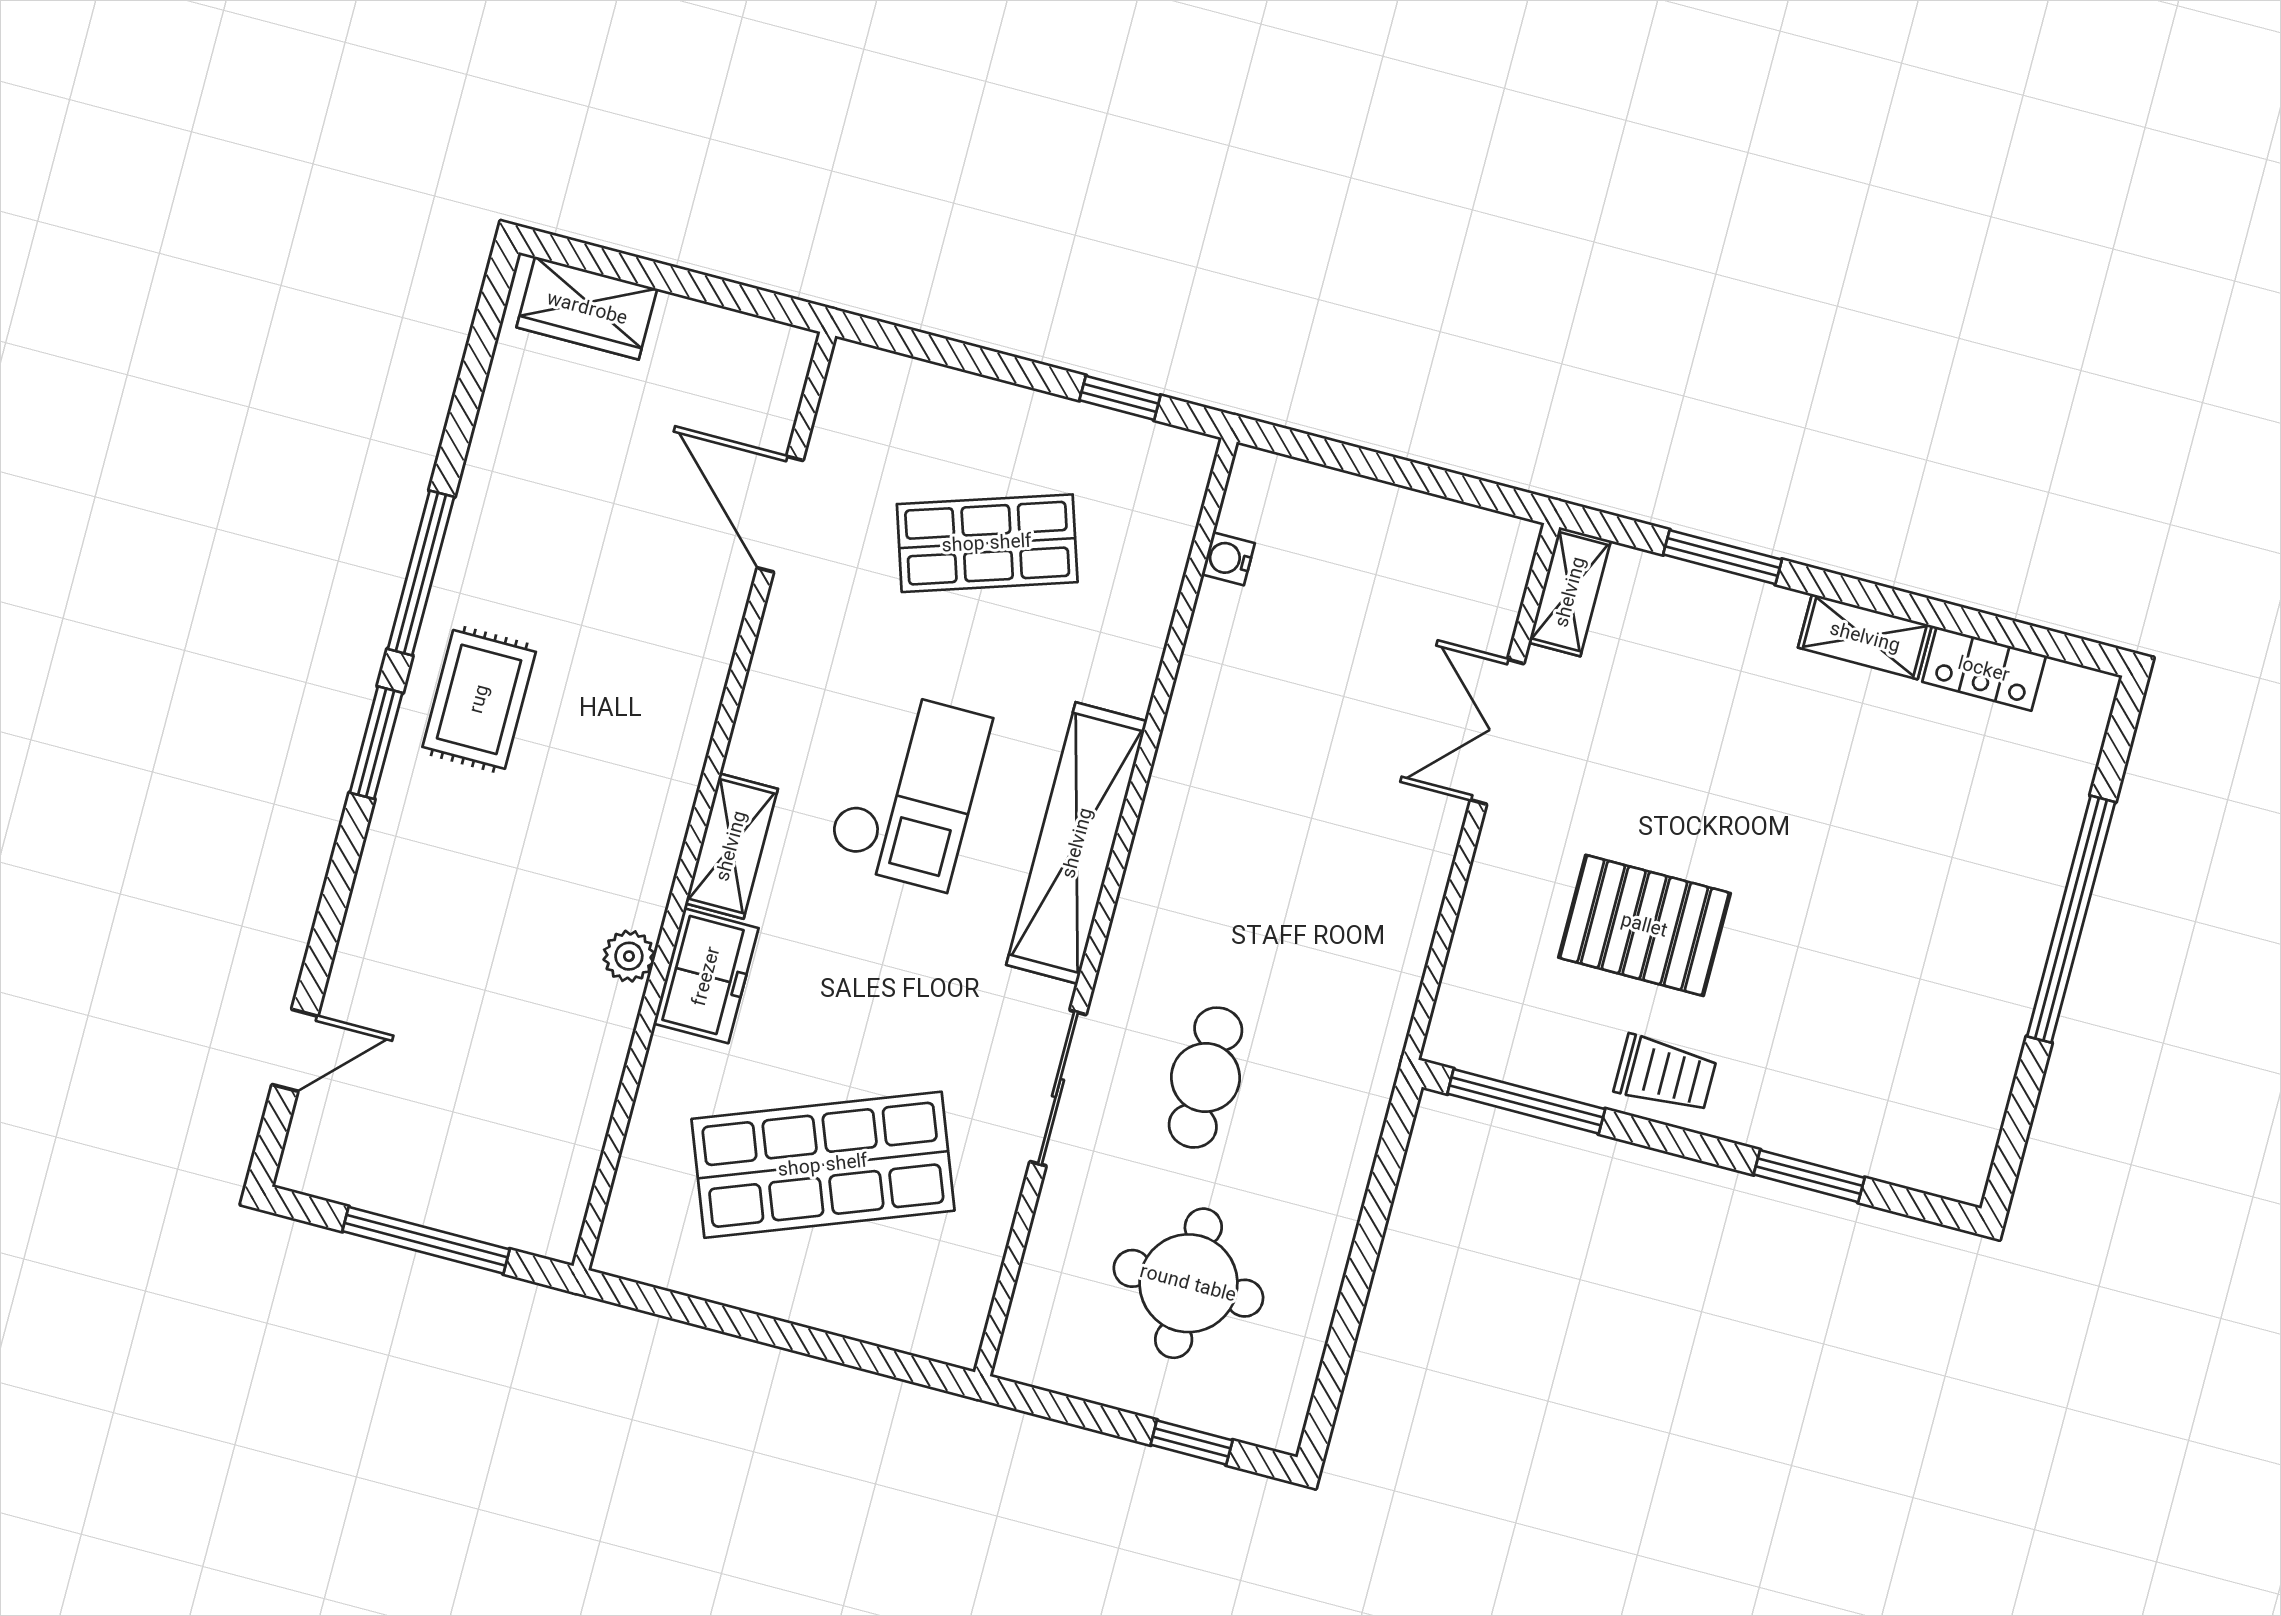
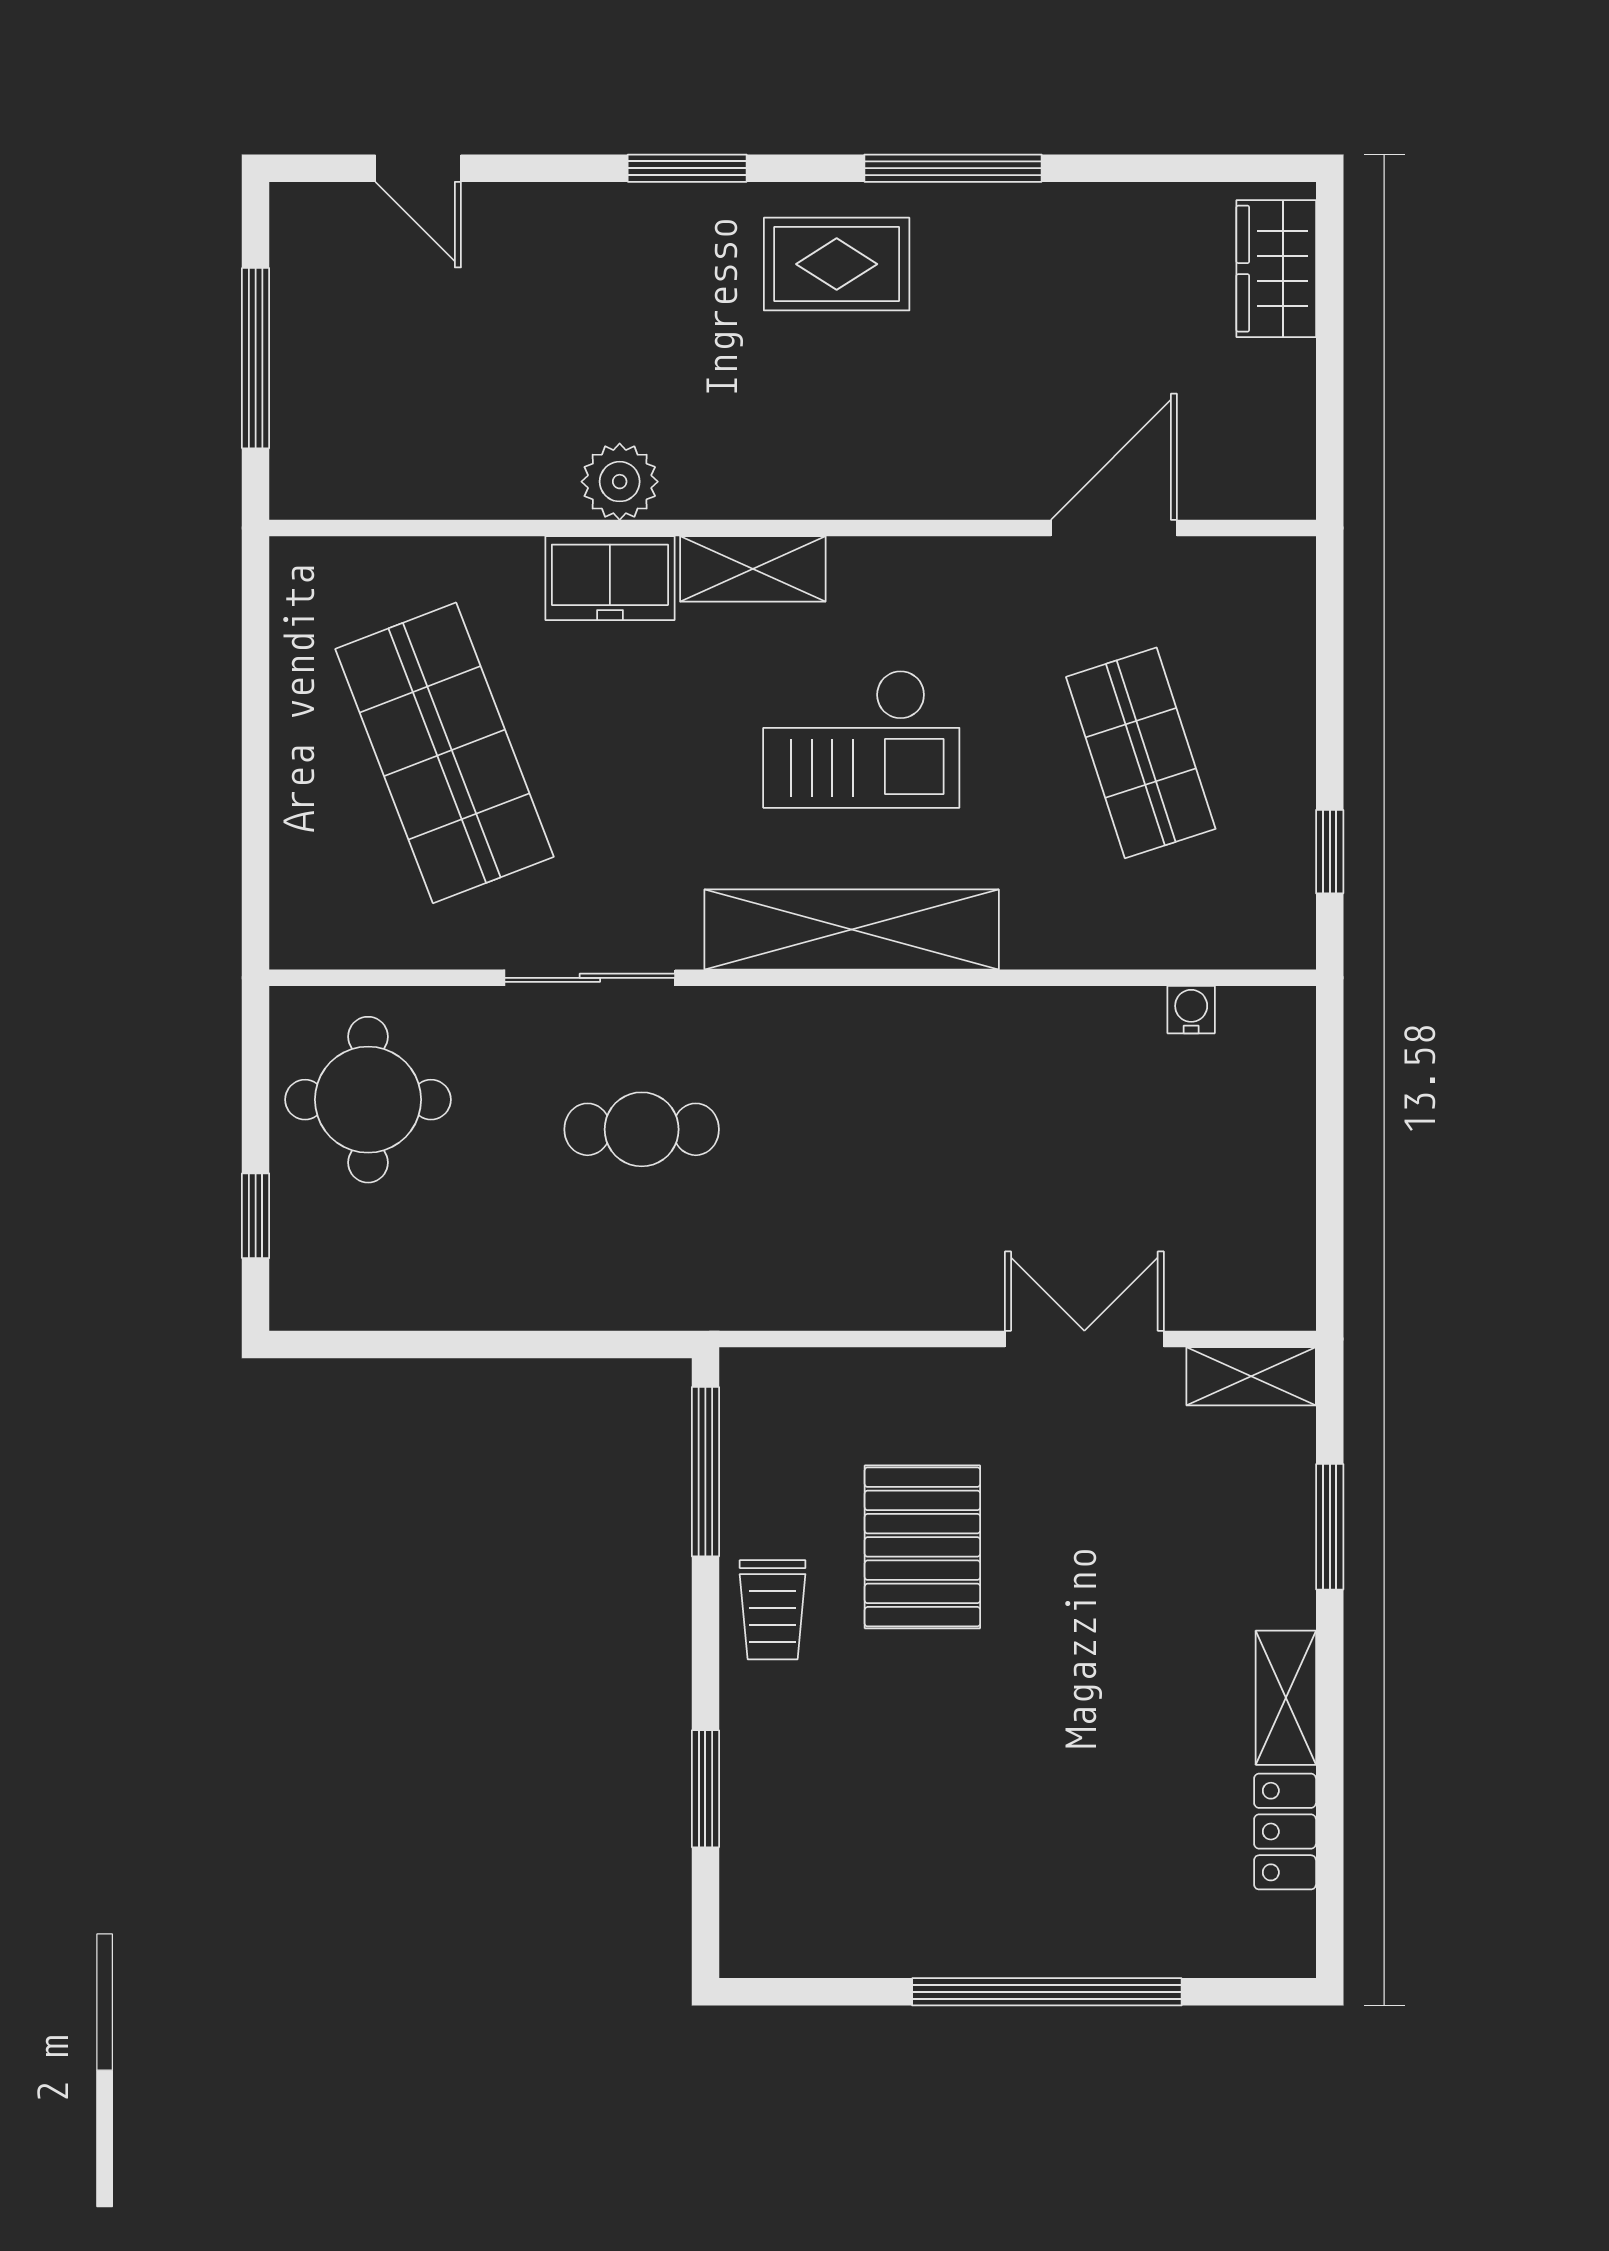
window: (376, 743) -> (687, 168), moved
plant: (629, 956) -> (620, 482), width x1.38, depth x1.38
round table: (1188, 1283) -> (368, 1100), moved

